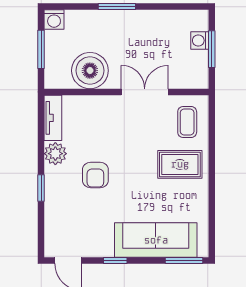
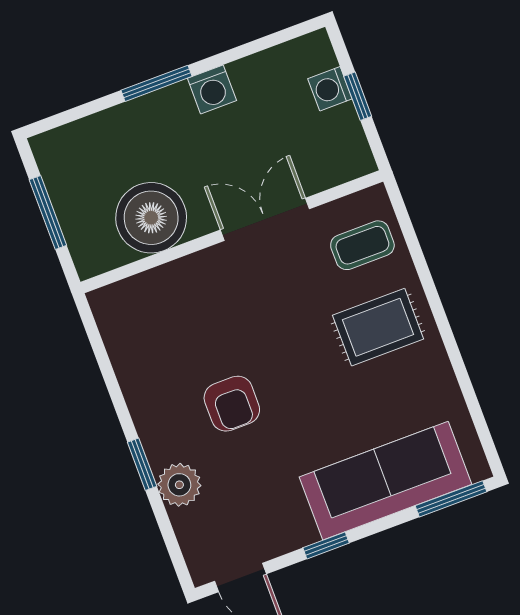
washing machine: (54, 20) -> (212, 89), moved
window: (212, 49) -> (358, 96), width x0.67
tv unit: (53, 118) -> (116, 329), removed
coffee table: (187, 122) -> (362, 245), turned 90
plant: (55, 154) -> (179, 485), moved

